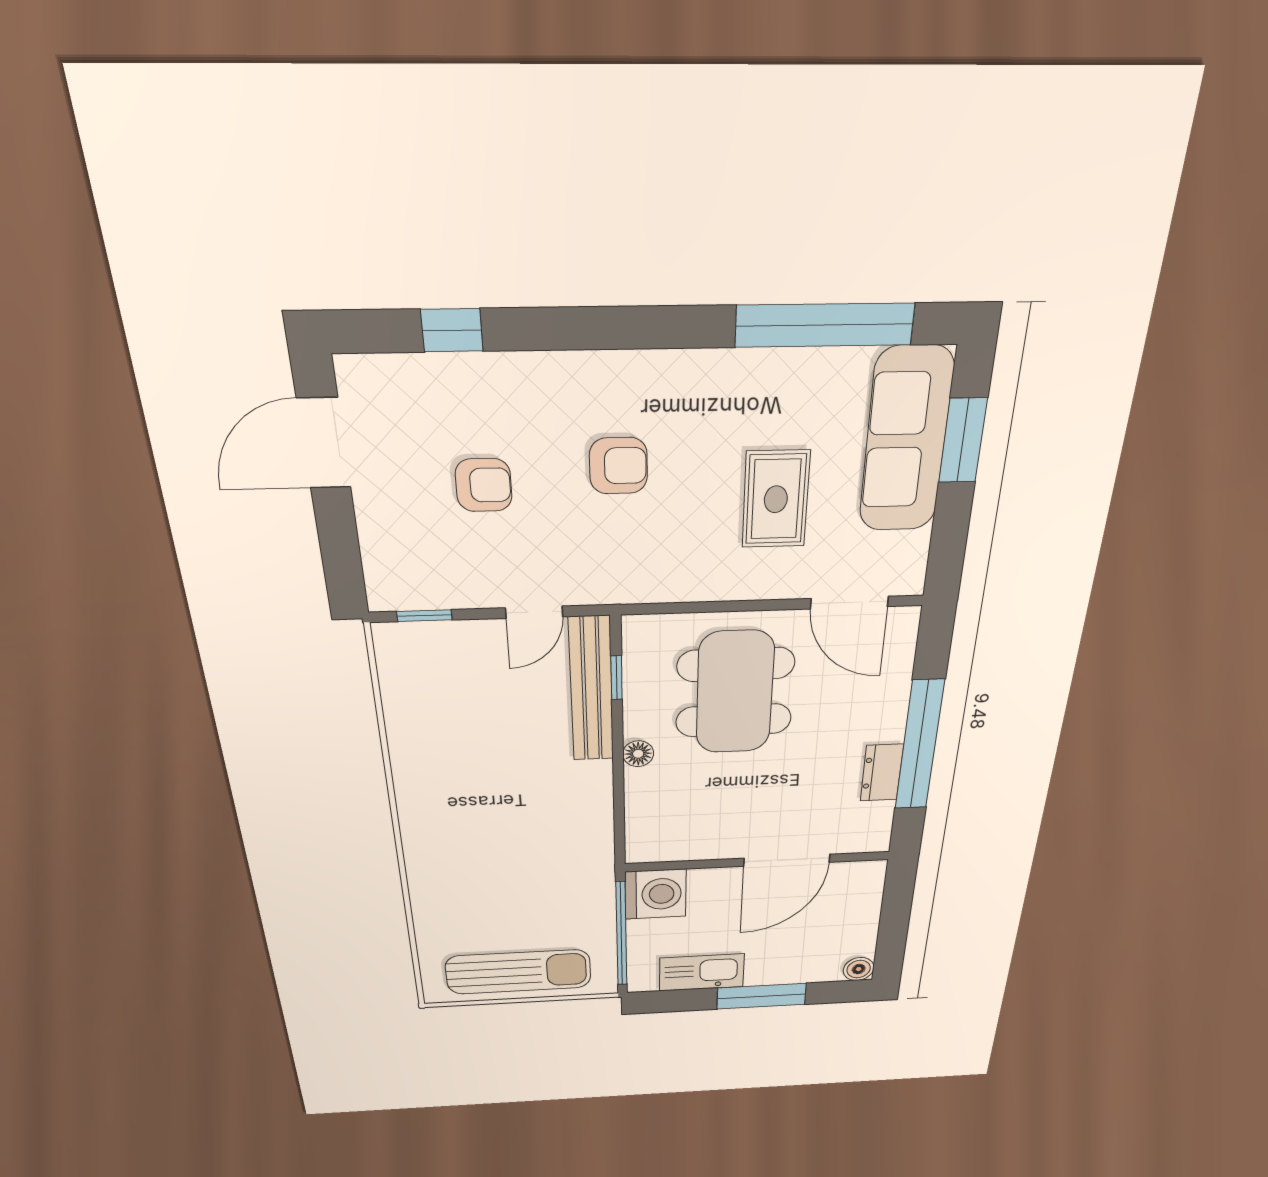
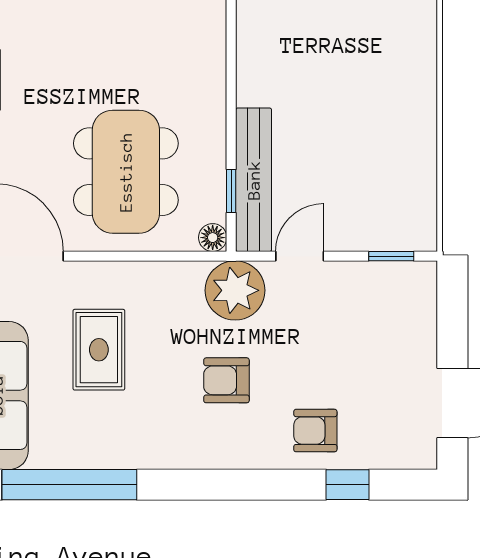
armchair: (484, 485) -> (315, 431), moved
plant: (610, 572) -> (235, 290), added
floor lamp: (638, 754) -> (213, 238), moved

